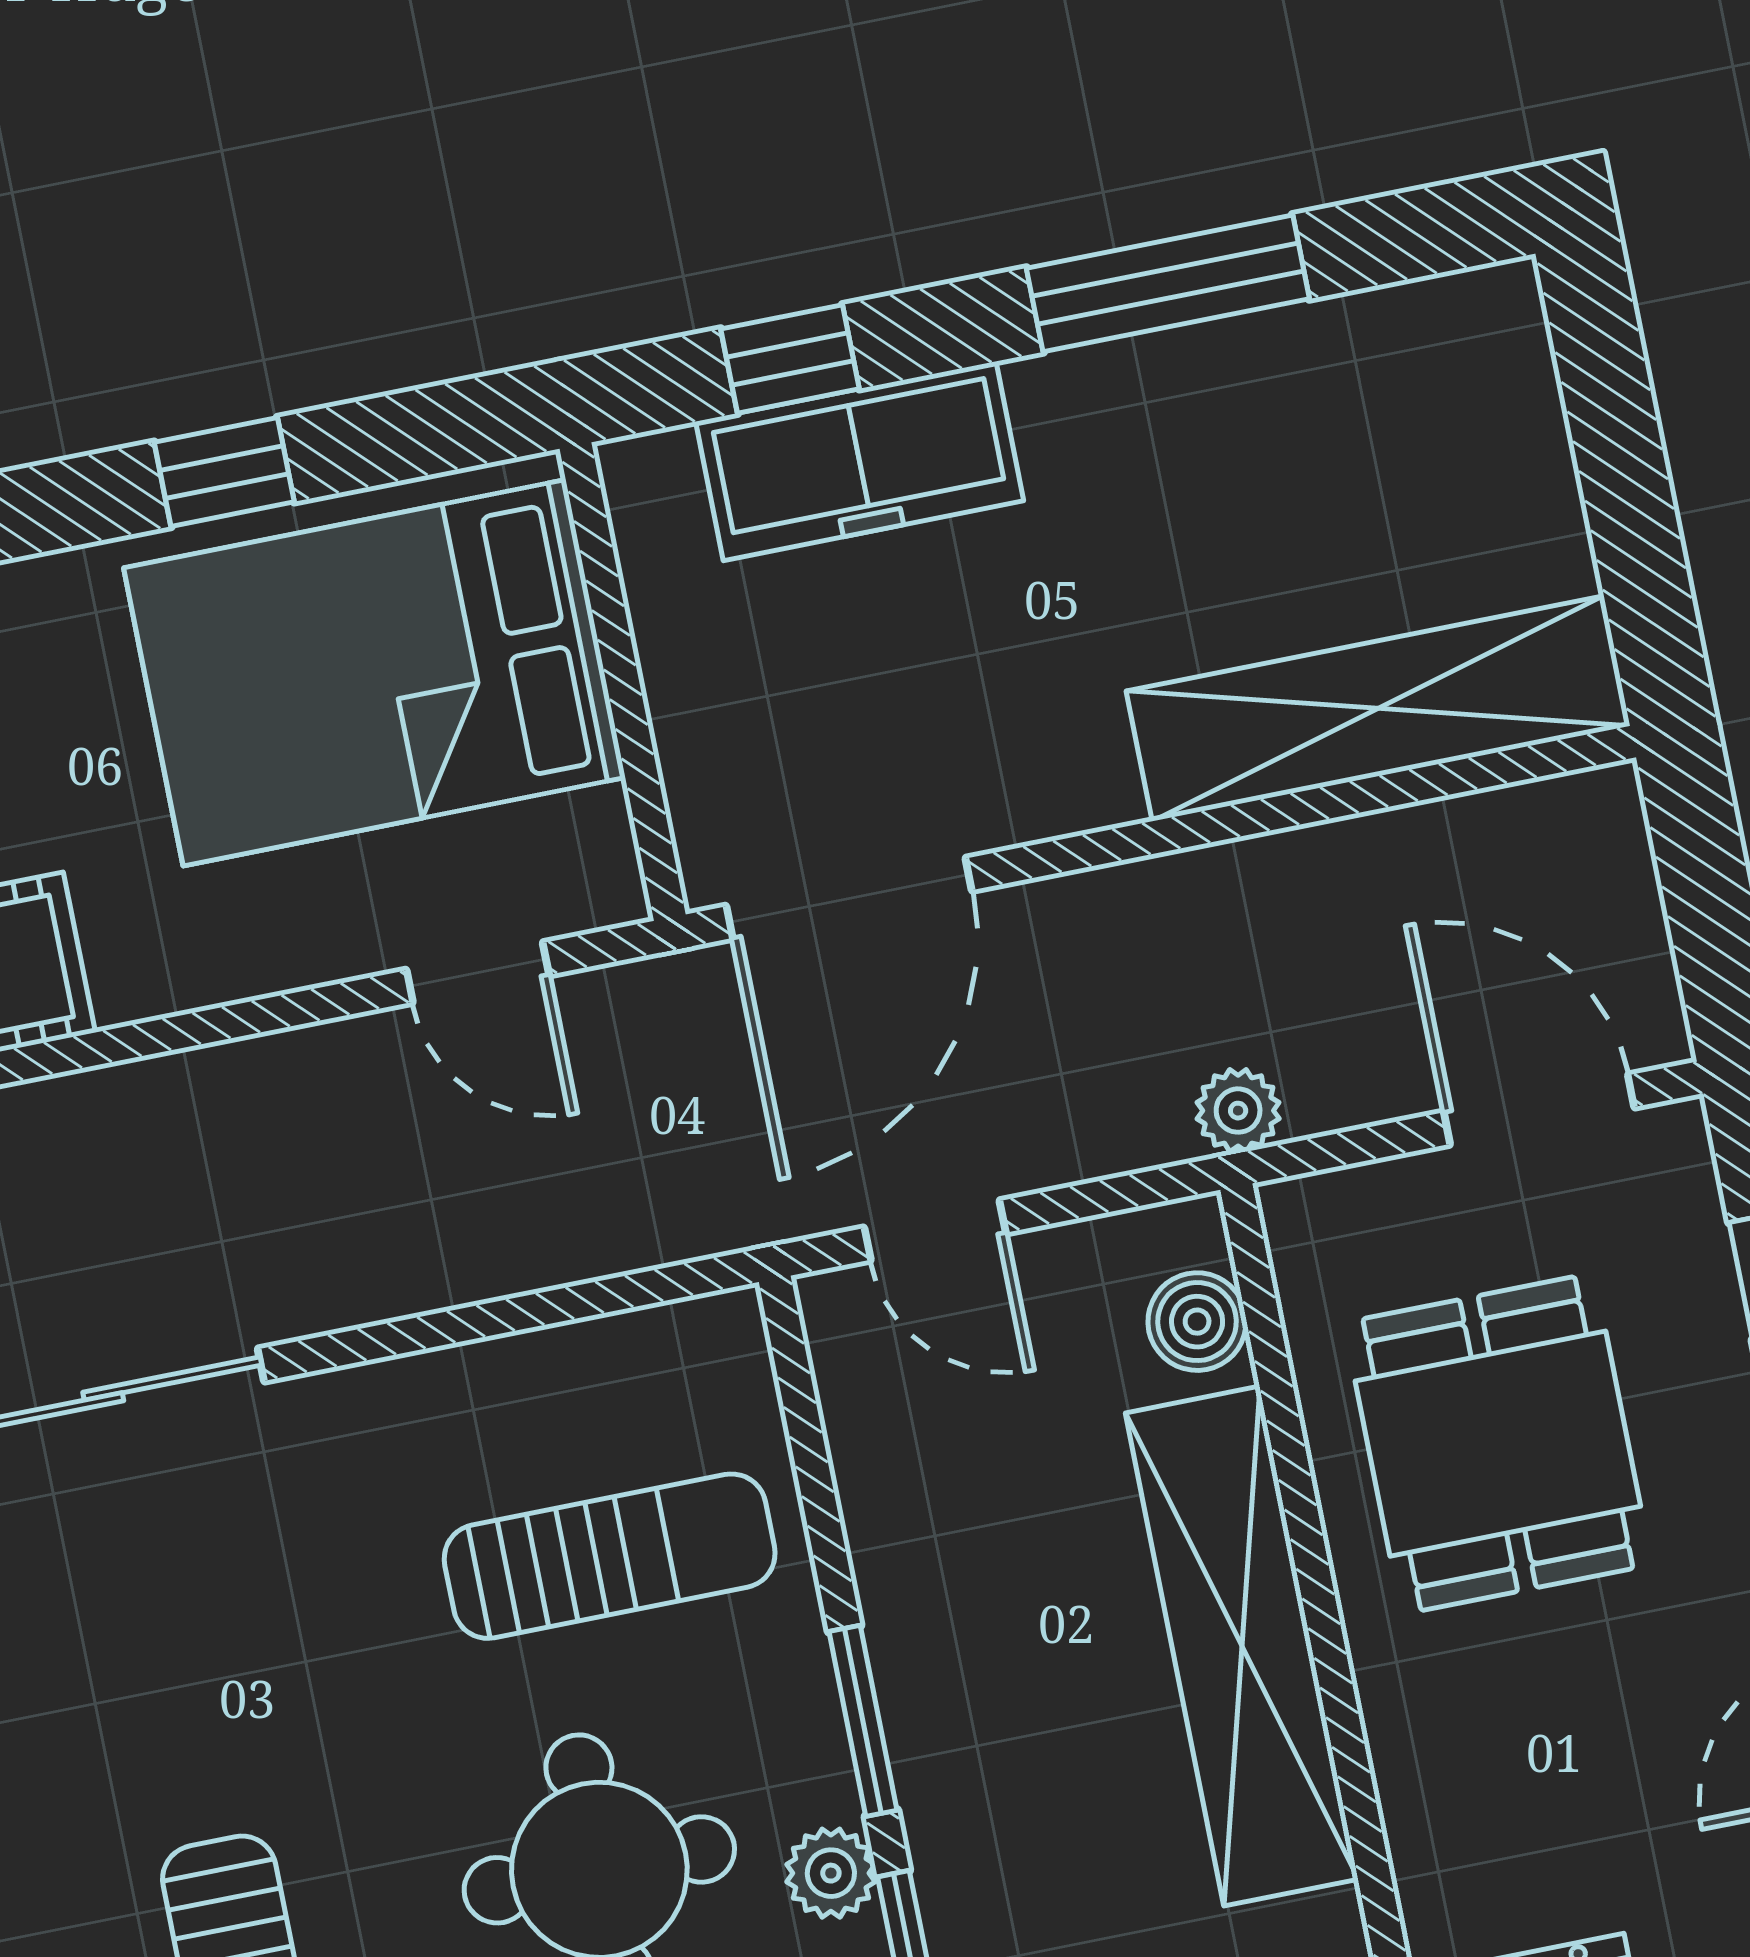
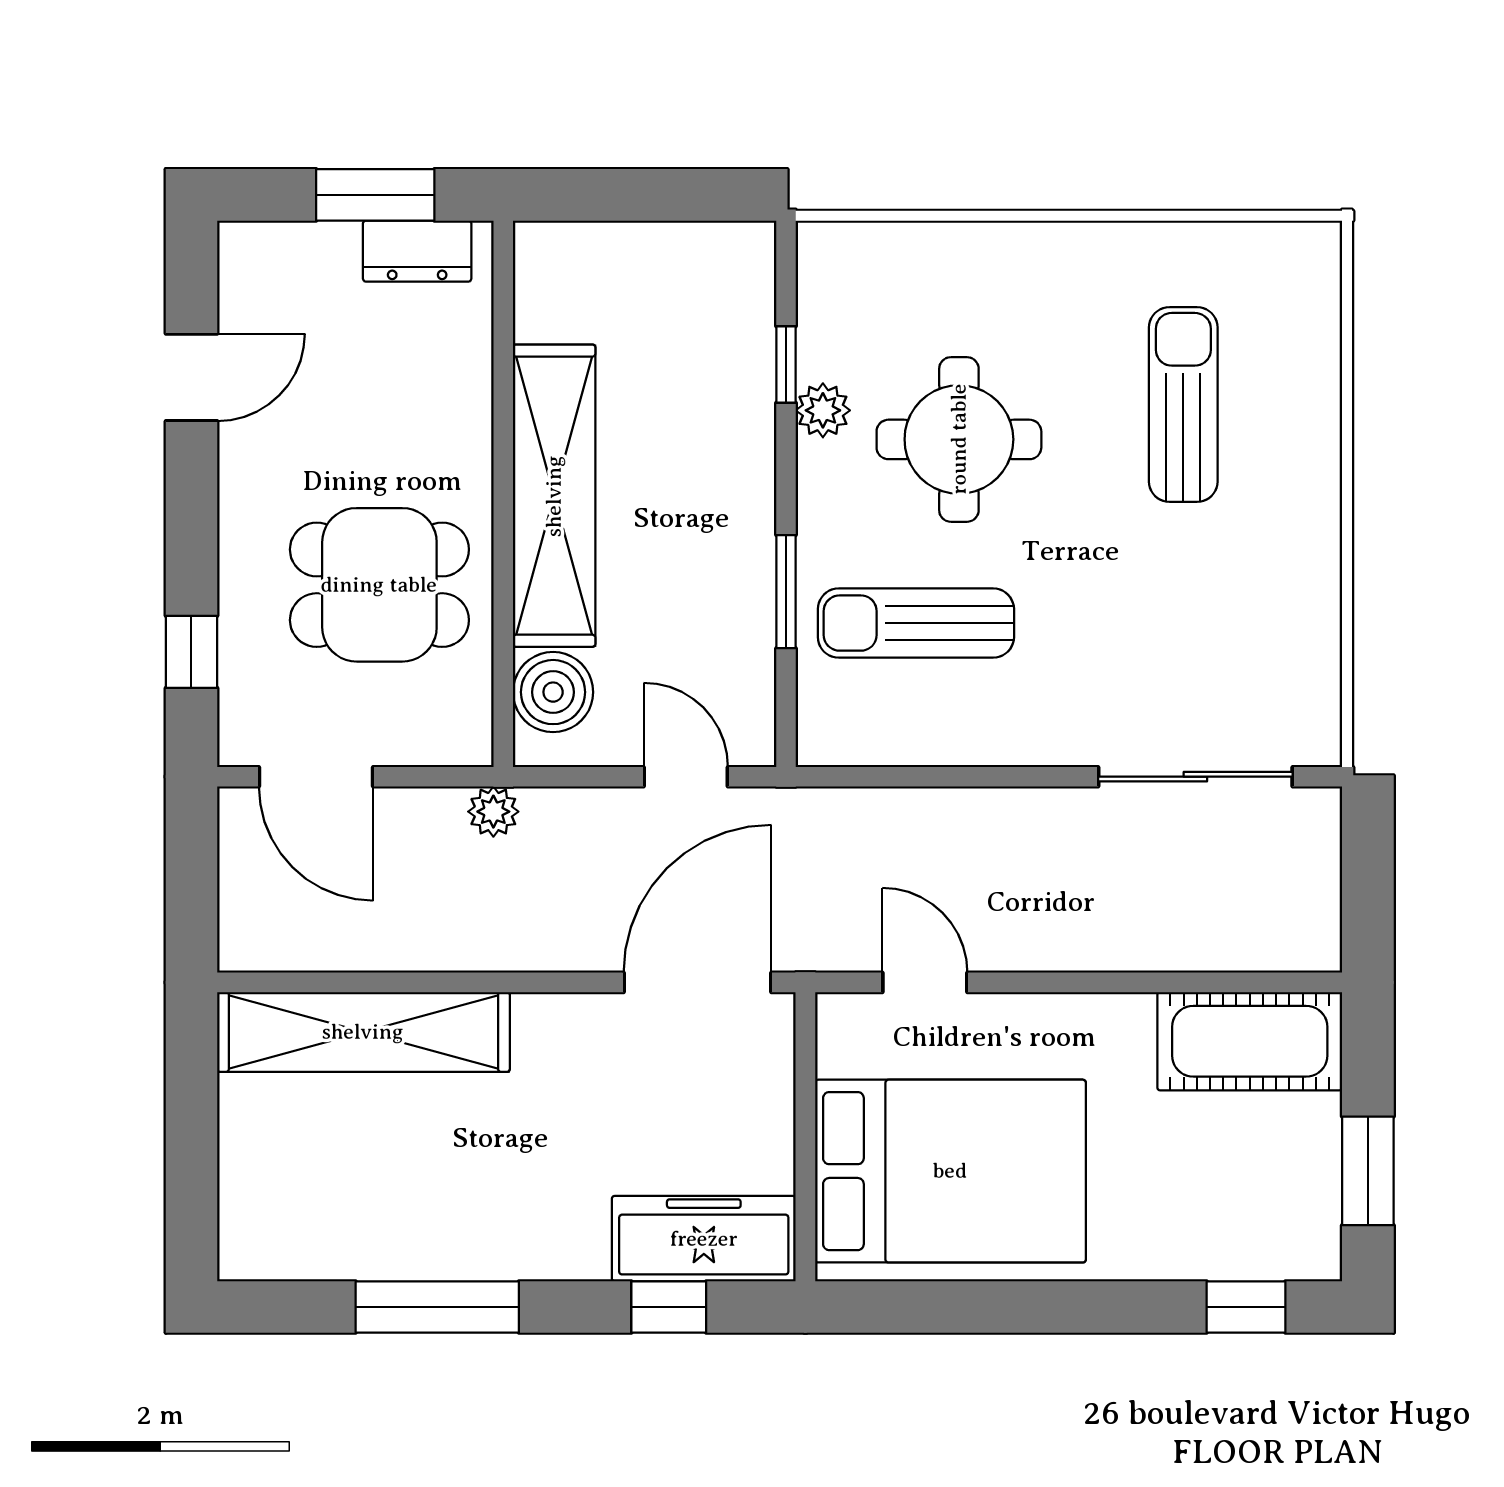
freezer: (860, 461) -> (704, 1239), moved
window: (224, 472) -> (1015, 1307), removed
boiler: (1197, 1322) -> (553, 692), width x1.36, depth x1.36
dining table: (1498, 1444) -> (379, 585), turned 90
window: (863, 1721) -> (786, 592), moved

